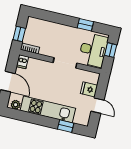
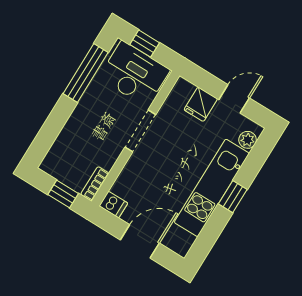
window: (85, 25) -> (86, 73), width x2.17
plant: (16, 105) -> (248, 140), moved
window: (66, 126) -> (233, 197), moved

